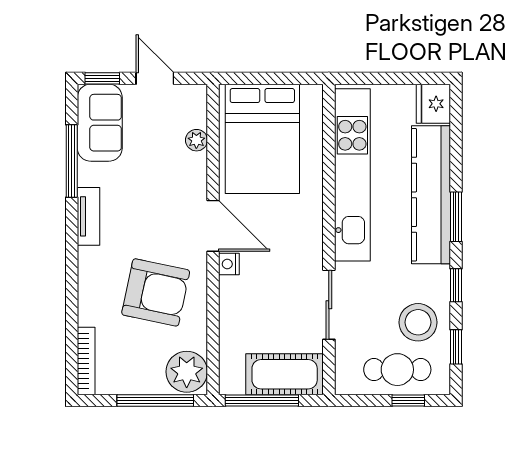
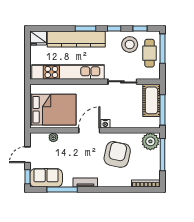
window: (408, 400) -> (162, 49), width x2.17

